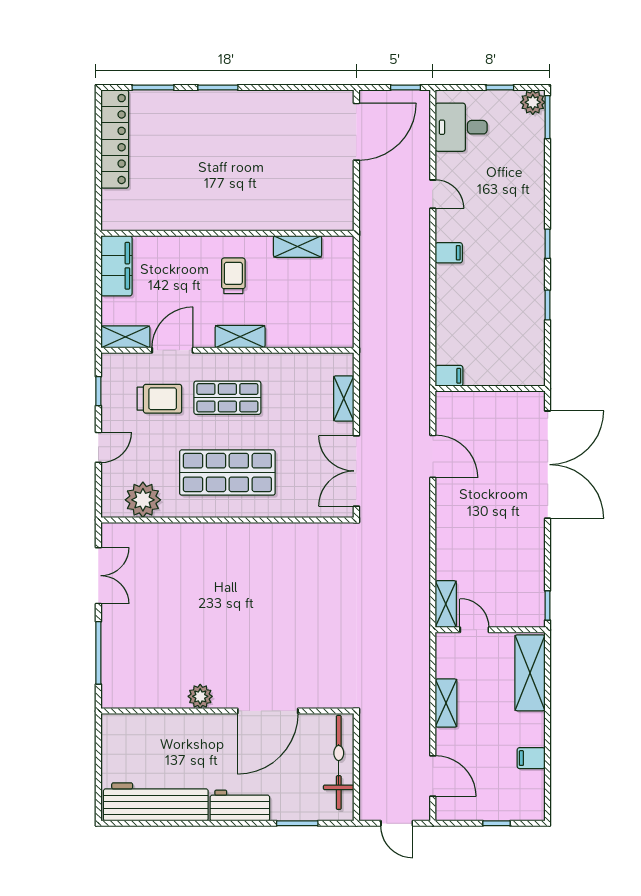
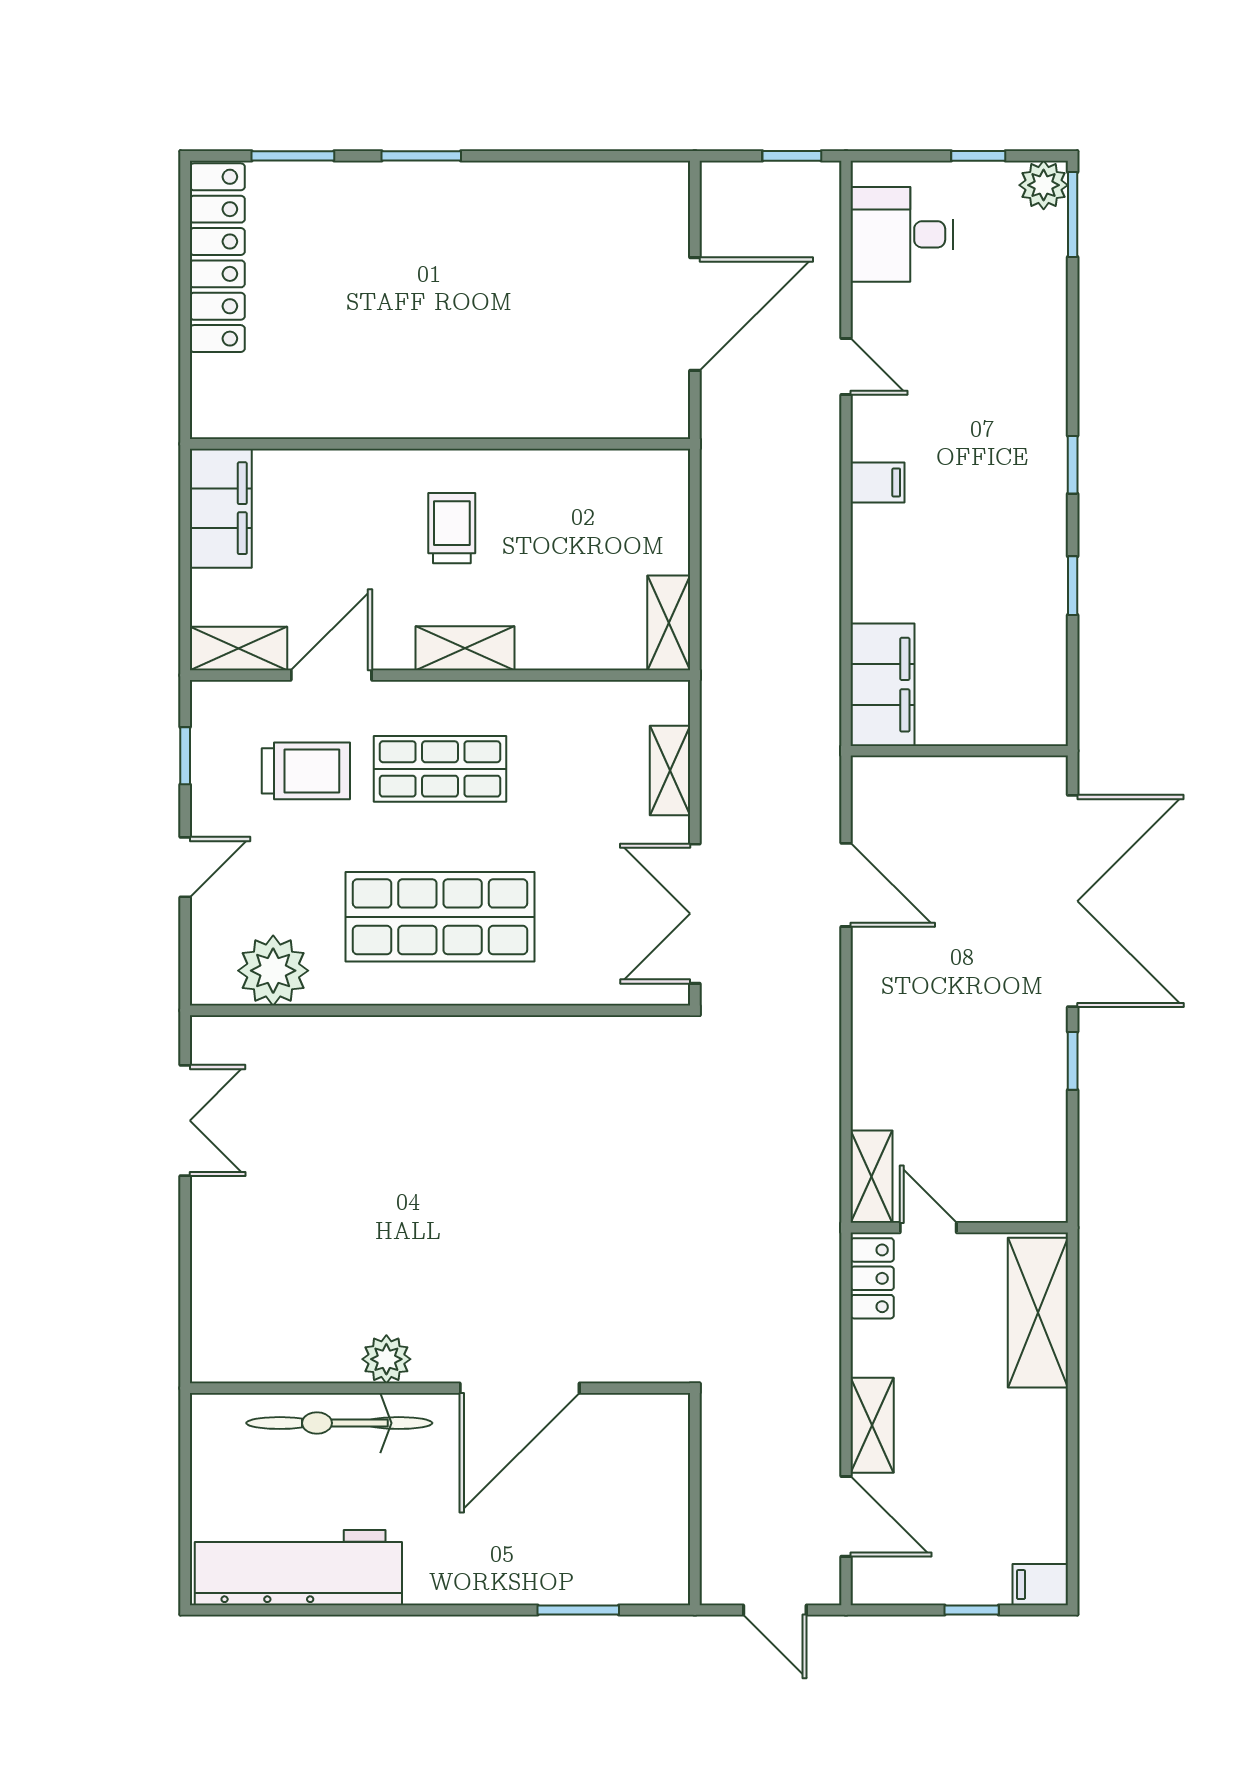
door: (356, 132) -> (695, 314), moved
shelving: (297, 246) -> (669, 623), moved, turned 90
filing cabinet: (449, 376) -> (883, 685), width x3.00, depth x1.17
window: (548, 606) -> (1073, 1061), moved
window: (98, 653) -> (185, 1273), removed
locker: (446, 656) -> (872, 1278), added
shelving: (446, 703) -> (872, 1425), moved
filing cabinet: (531, 758) -> (1040, 1585), moved
bicycle: (339, 762) -> (339, 1423), moved, turned -90
workbench: (240, 806) -> (465, 1575), removed

